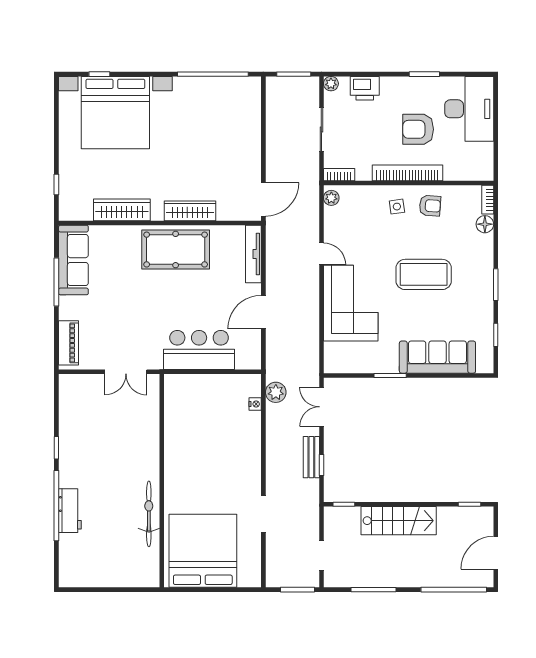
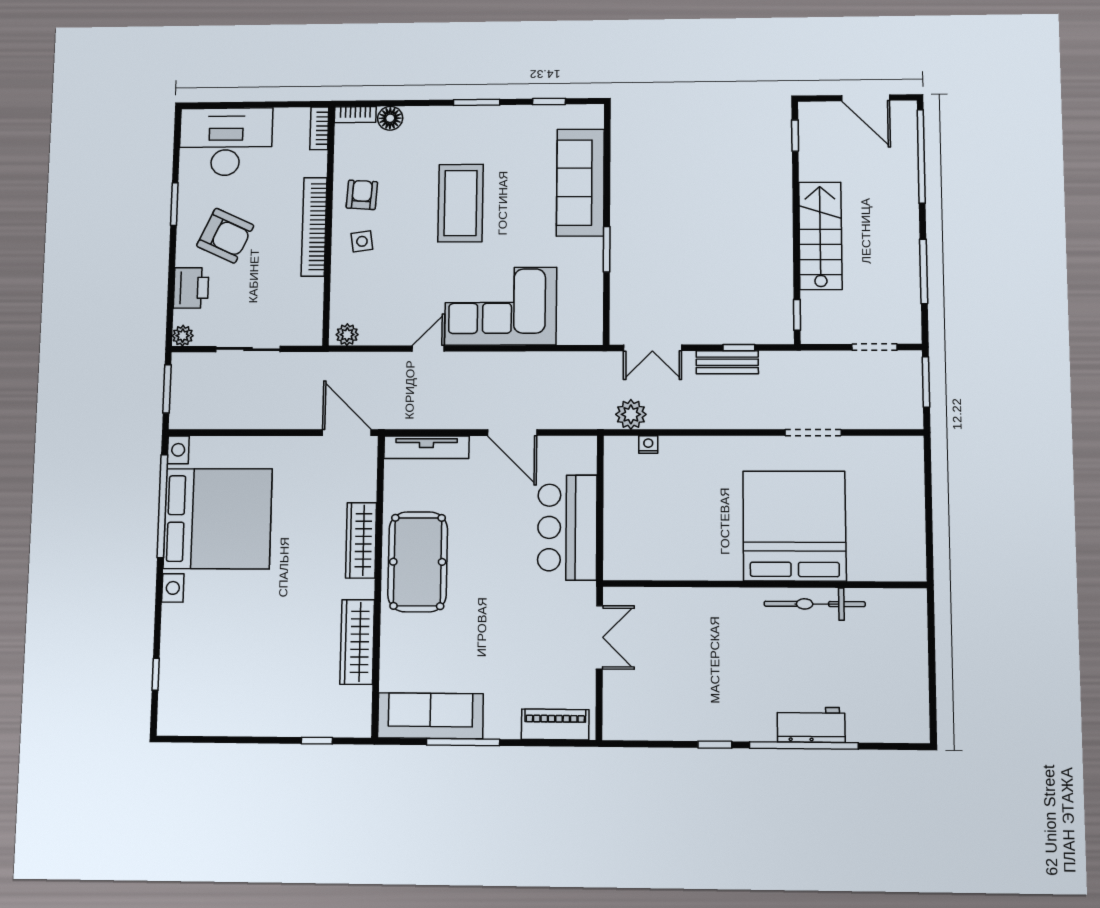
bed with nightstands: (115, 113) -> (218, 519), moved
armchair: (418, 129) -> (225, 236), moved, turned -65
bookcase: (339, 175) -> (319, 128), moved
bed: (203, 551) -> (794, 526), moved, turned 90

